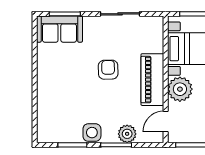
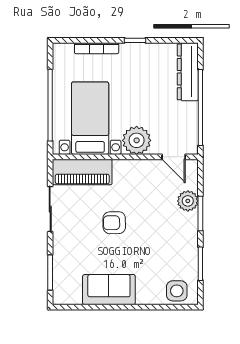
sofa: (59, 29) -> (109, 290), moved, turned -90
piano: (152, 80) -> (82, 172), moved
side table: (92, 133) -> (177, 291), moved

